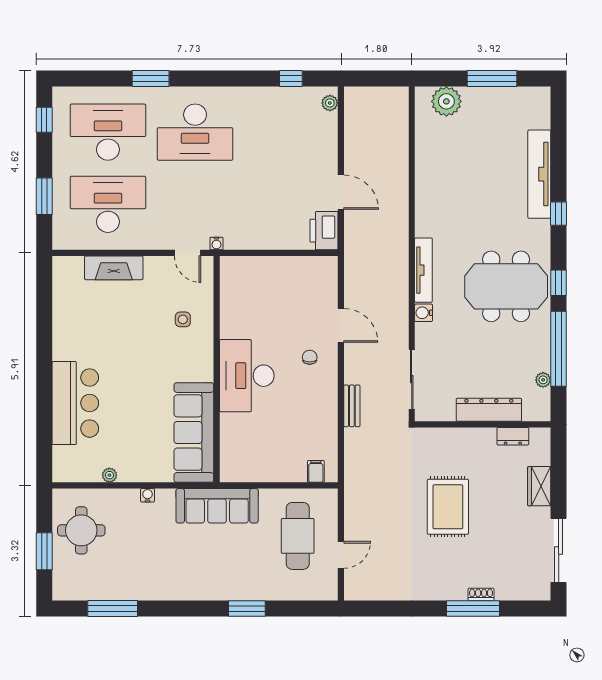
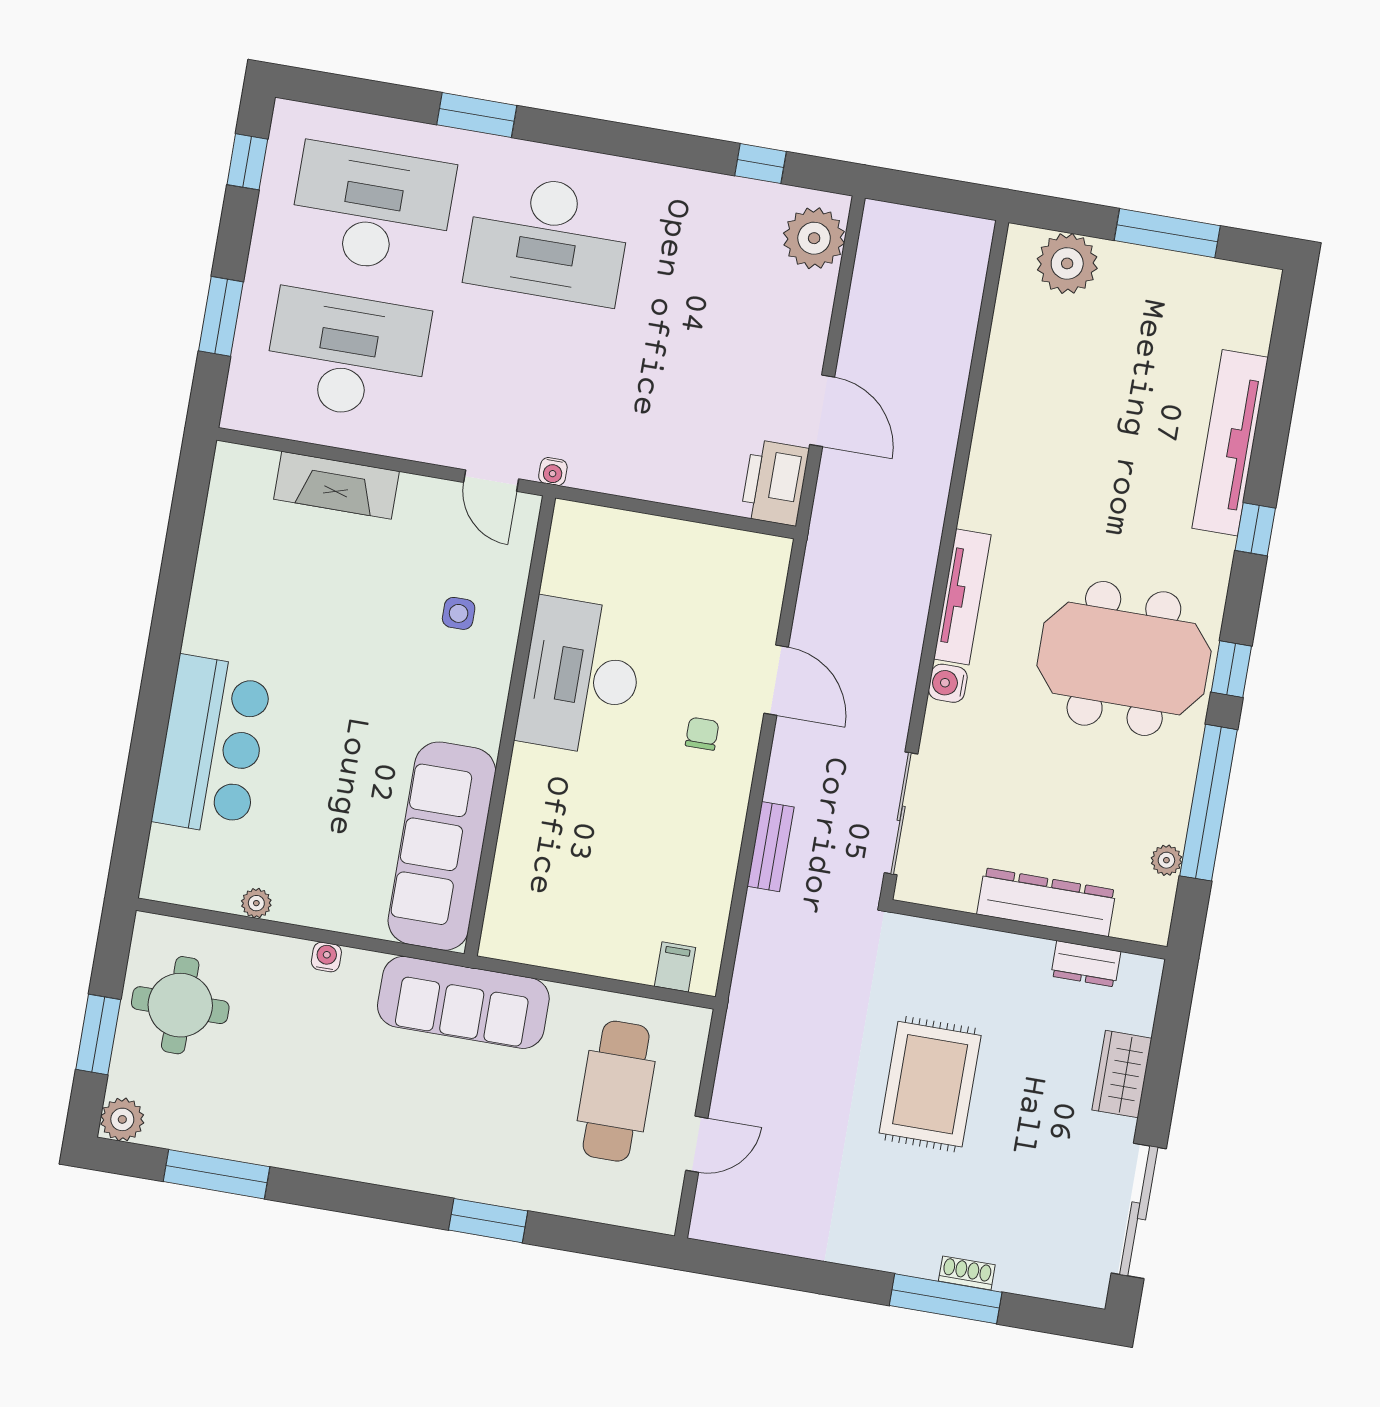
plant: (330, 103) -> (814, 238), width x1.88, depth x1.88
desk: (247, 376) -> (581, 677), moved
plant: (63, 590) -> (122, 1119), added

